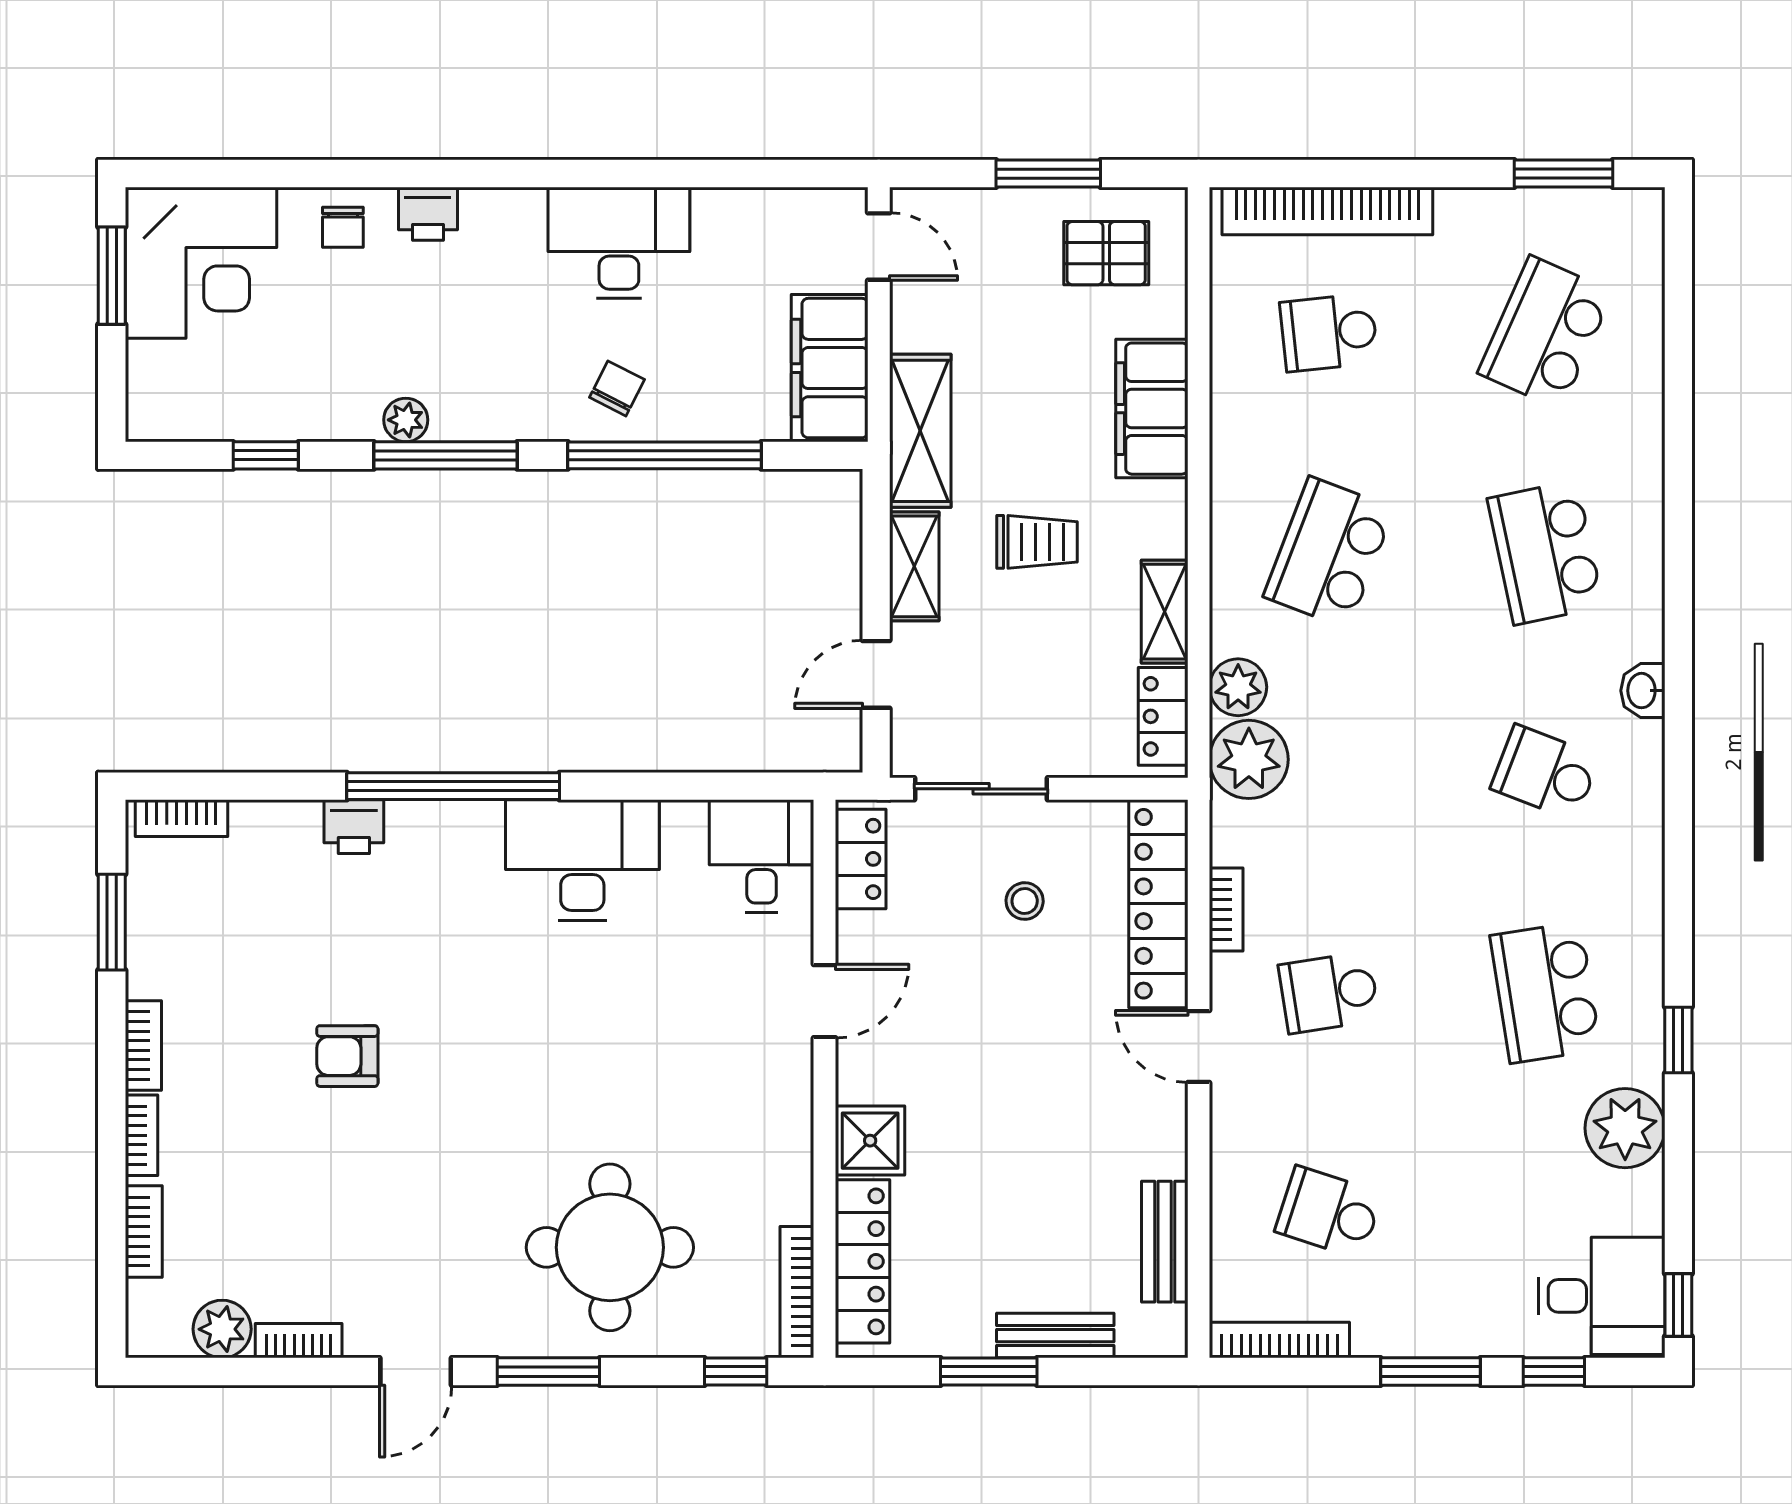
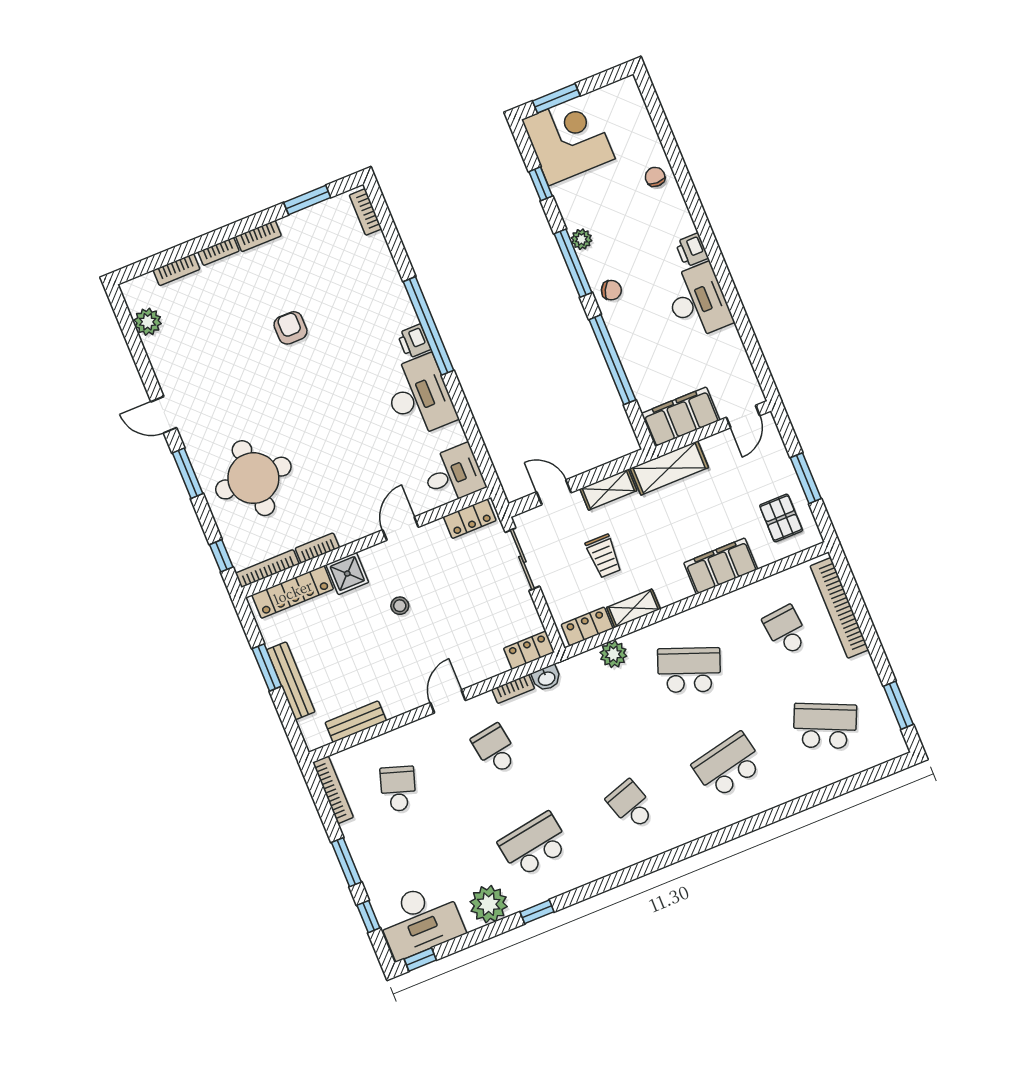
printer: (428, 214) -> (692, 250), moved
chair: (343, 227) -> (655, 177), turned 90
corner desk: (201, 263) -> (568, 139), moved, turned 180
window: (112, 276) -> (556, 98), moved
chair: (617, 388) -> (611, 290), moved
trolley: (1037, 542) -> (604, 556), moved
washbasin: (1643, 691) -> (546, 678), moved, turned 180
plant: (1249, 759) -> (583, 672), removed
school desk: (1545, 773) -> (631, 805), turned -39
printer: (354, 827) -> (414, 341), moved
stool: (1025, 901) -> (400, 606), moved
locker: (1158, 904) -> (529, 650), width x0.46, depth x0.83
door: (825, 1001) -> (401, 528), swing flipped
desk: (1602, 1296) -> (420, 920), width x1.37
bench: (1055, 1336) -> (291, 681), width x1.36
bookcase: (299, 1341) -> (317, 548), moved, turned -90

